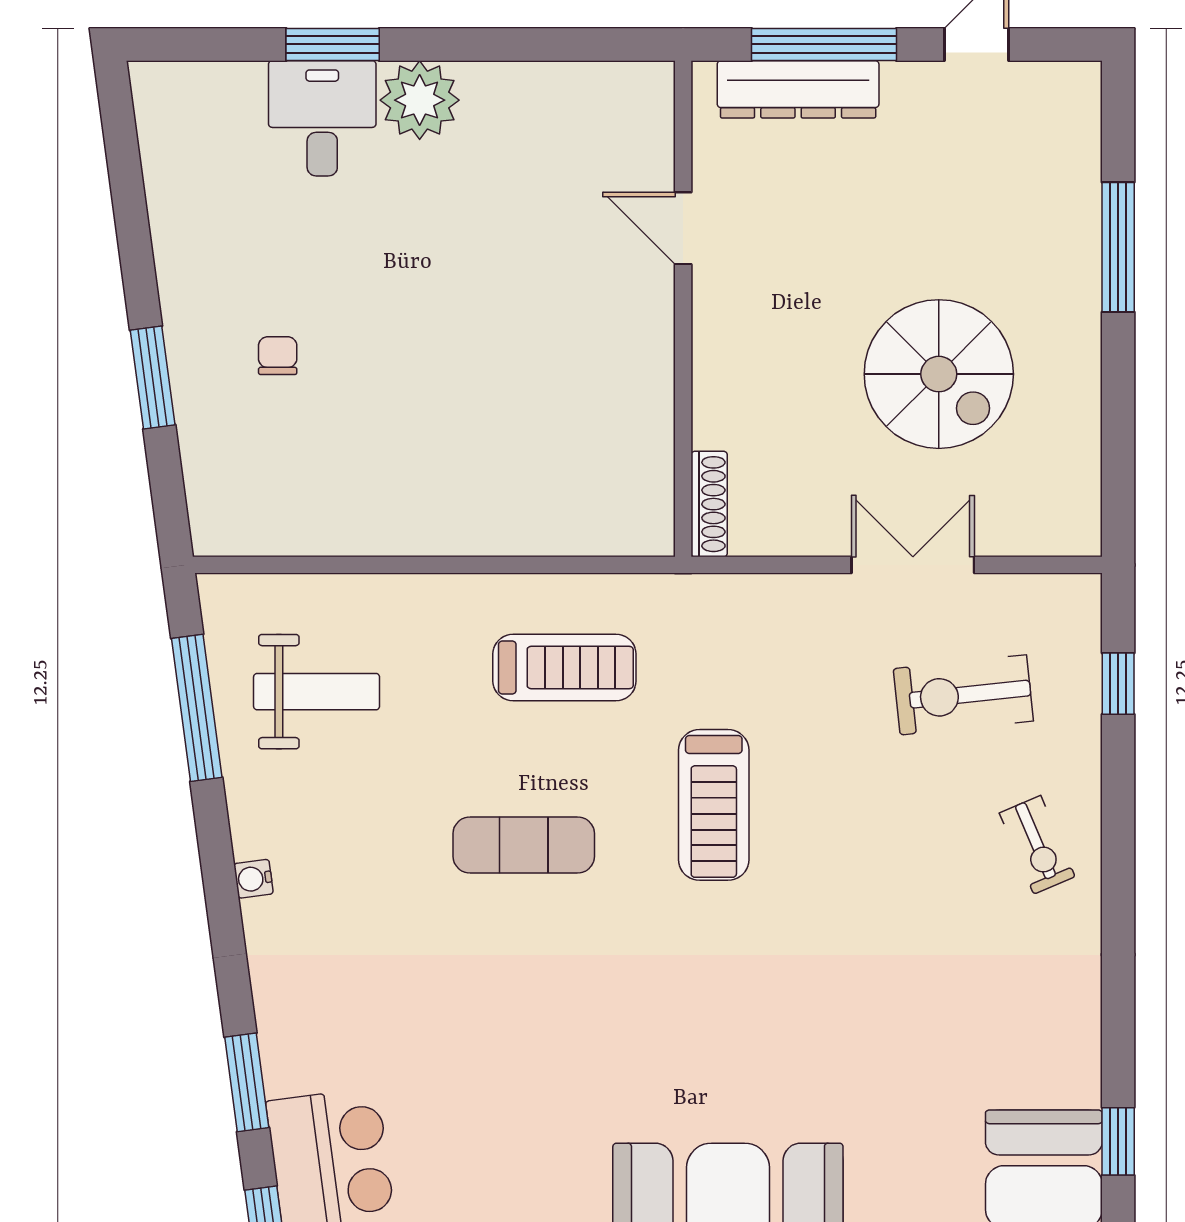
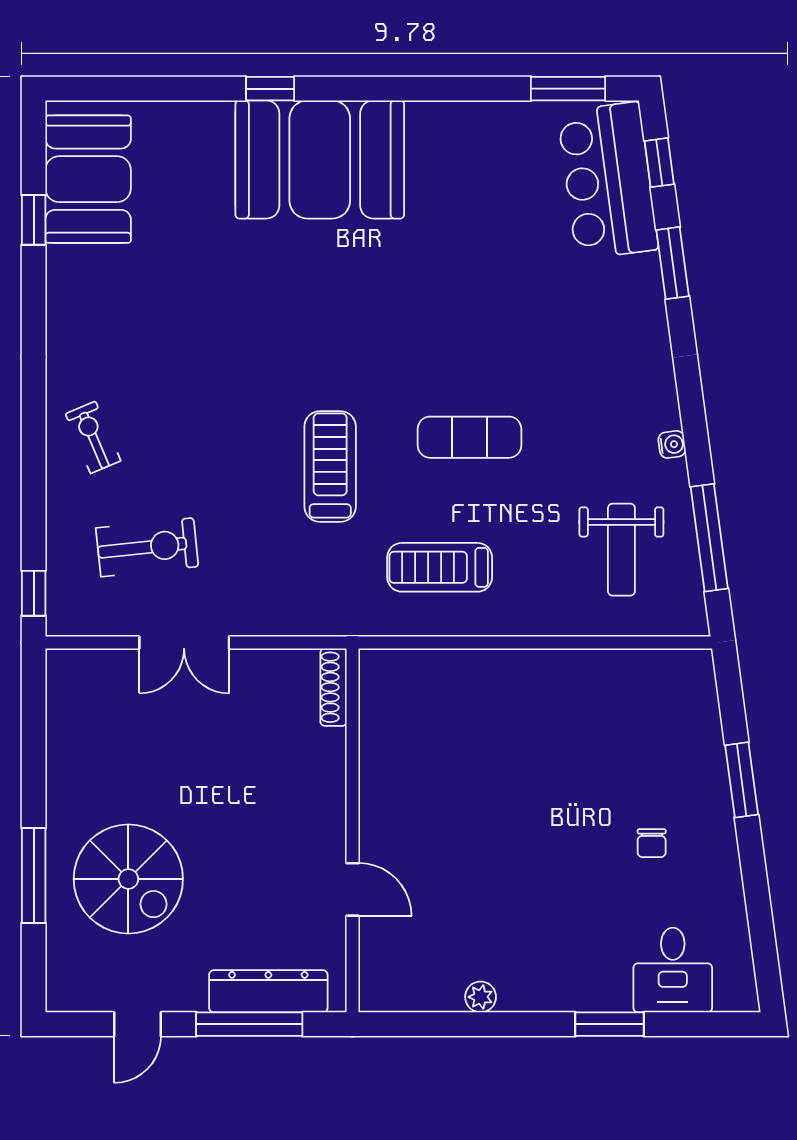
plant: (420, 100) -> (481, 997), moved, width x0.53, depth x0.53
desk: (322, 118) -> (673, 970), moved
chair: (278, 356) -> (652, 843), moved
spiral stairs: (939, 374) -> (128, 879), moved, turned 180
window: (1118, 684) -> (34, 593), moved
weight bench: (317, 692) -> (621, 550), turned -90
water cooler: (253, 879) -> (672, 444), moved

